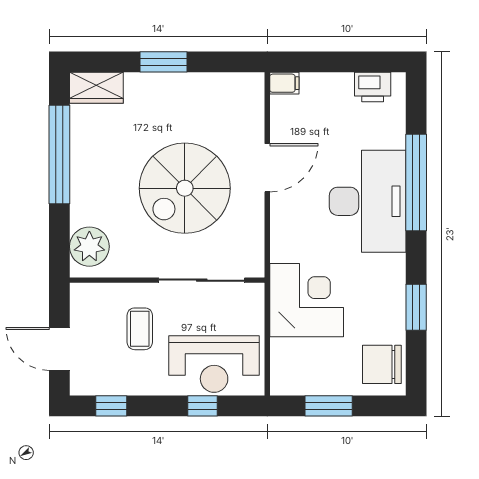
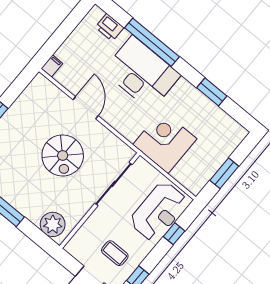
printer: (373, 87) -> (110, 27), moved, turned 90
spiral stairs: (185, 188) -> (63, 155), width x0.73, depth x0.73
coffee table: (140, 329) -> (115, 253), moved
chair: (382, 364) -> (226, 131), removed

